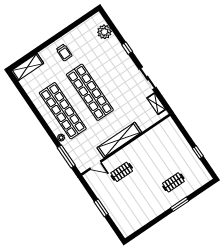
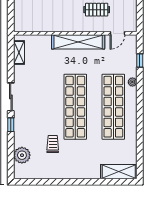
trolley: (64, 52) -> (53, 144), moved
sliding door: (148, 78) -> (11, 97), moved
window: (66, 156) -> (140, 61), width x0.46
door: (95, 165) -> (117, 33), swing flipped

